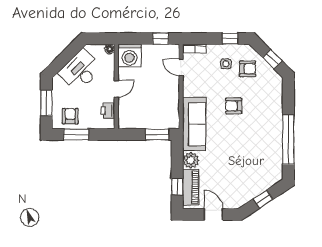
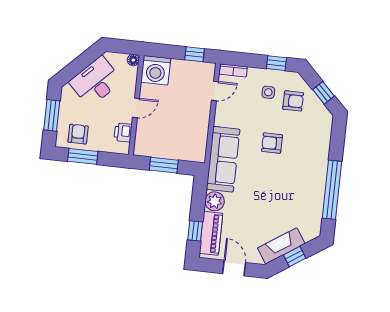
door: (181, 67) -> (215, 91), swing flipped
window: (157, 134) -> (164, 165), moved
fireplace: (251, 191) -> (281, 246), added

